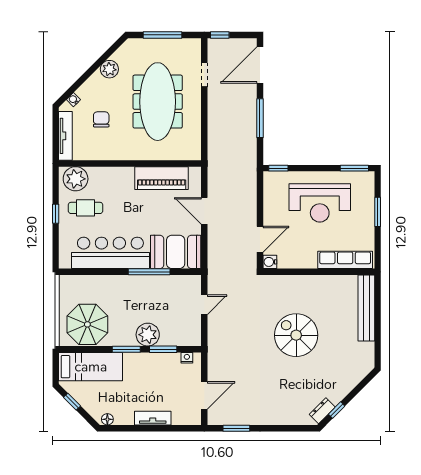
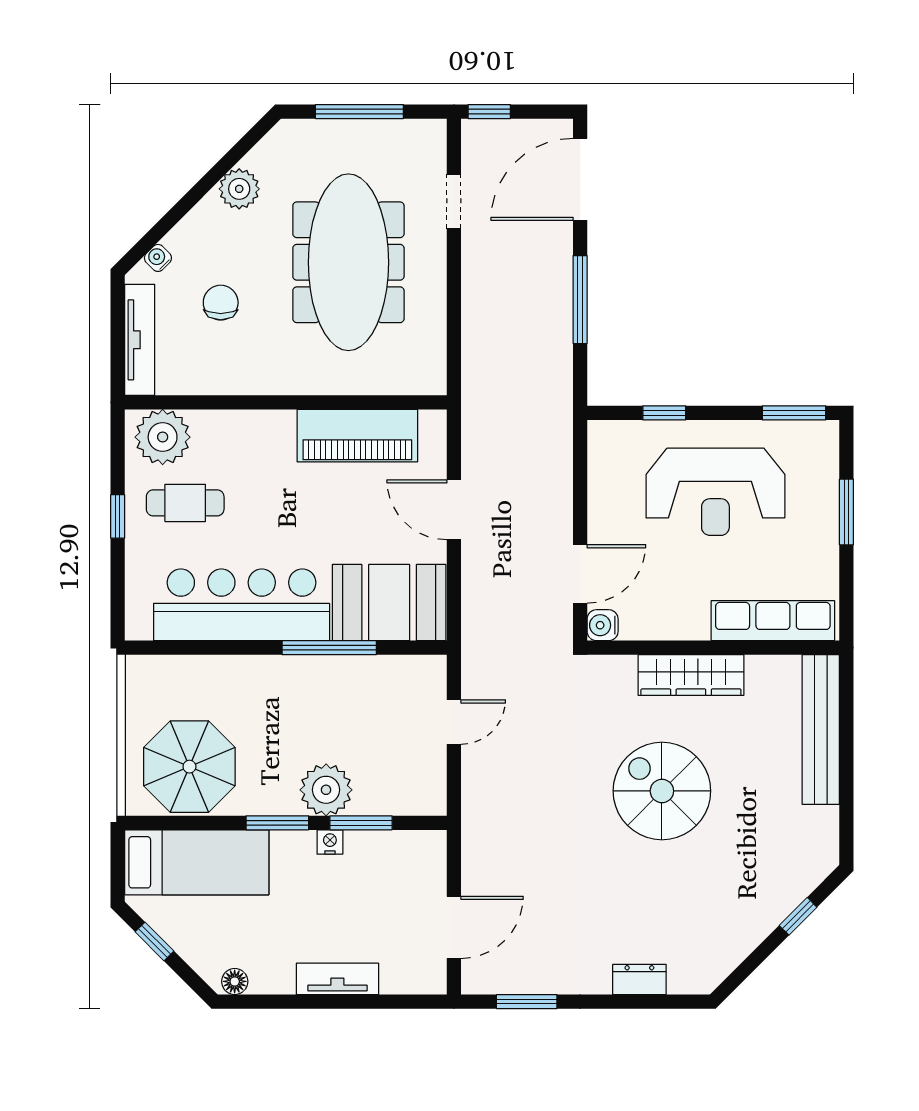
window: (278, 168) -> (664, 413), moved
wardrobe: (309, 284) -> (691, 675), added
nightstand: (187, 358) -> (330, 842), moved
window: (337, 410) -> (798, 916), moved
dresser: (322, 411) -> (639, 980), moved, turned 45

